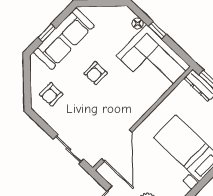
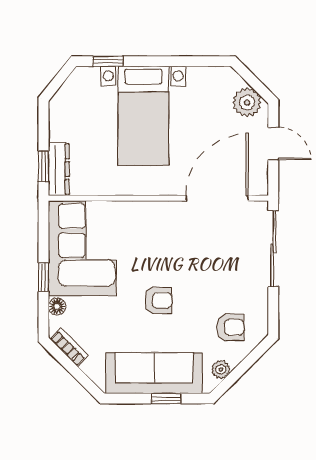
bookcase: (114, 11) -> (69, 347), added
plant: (36, 71) -> (221, 369), added
sliding door: (69, 149) -> (273, 248), width x1.37

